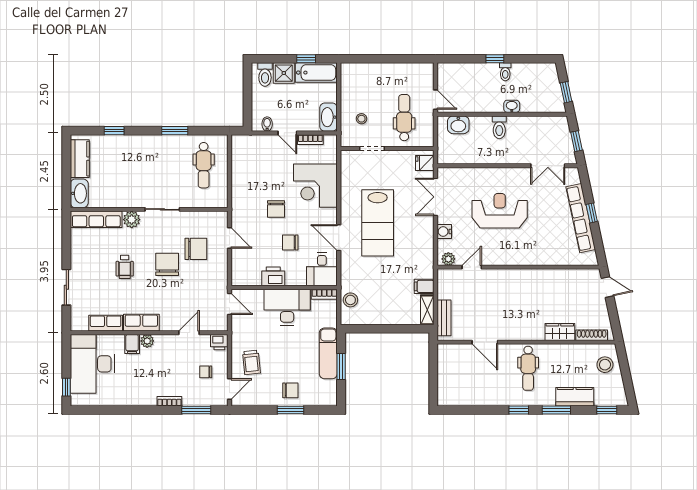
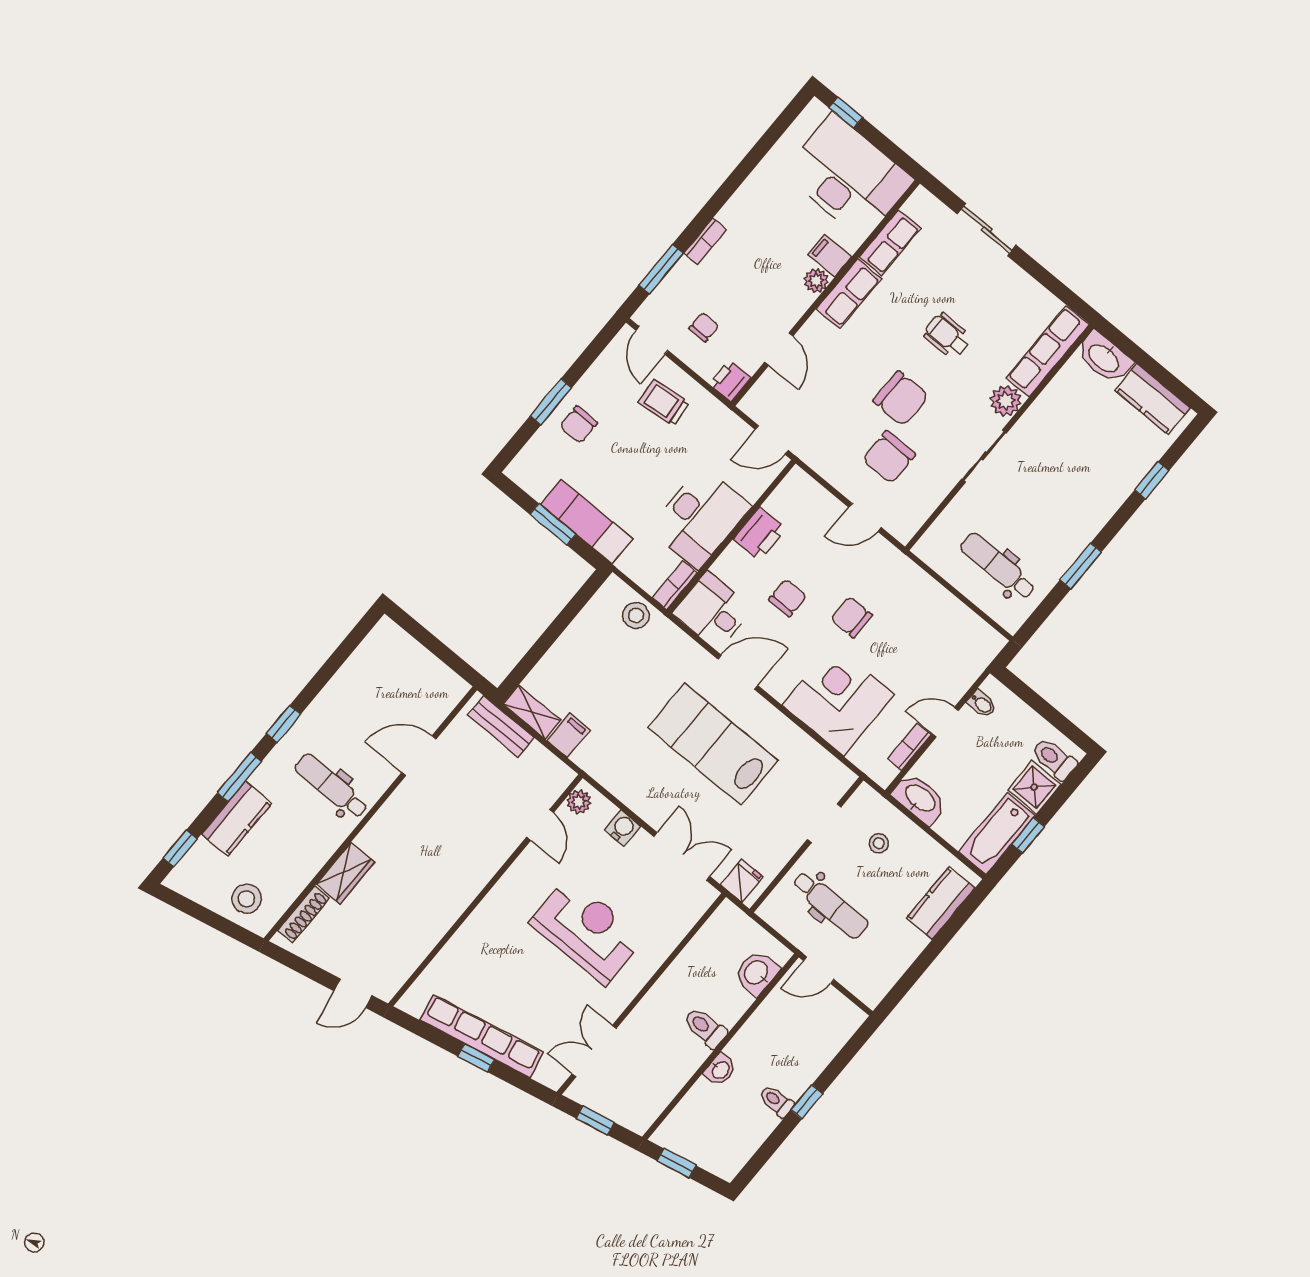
kitchen counter: (365, 72) -> (941, 903), added
reception desk: (500, 211) -> (587, 930), turned -90

